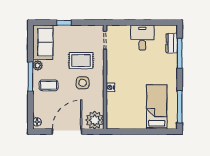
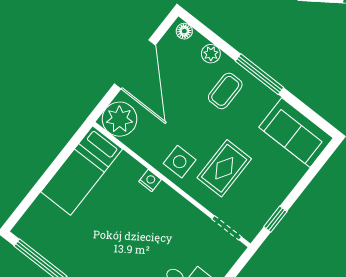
window: (64, 23) -> (275, 219), moved
plant: (38, 65) -> (211, 54), moved
side table: (83, 83) -> (180, 162), moved
bed: (157, 107) -> (82, 170), moved, turned 90

